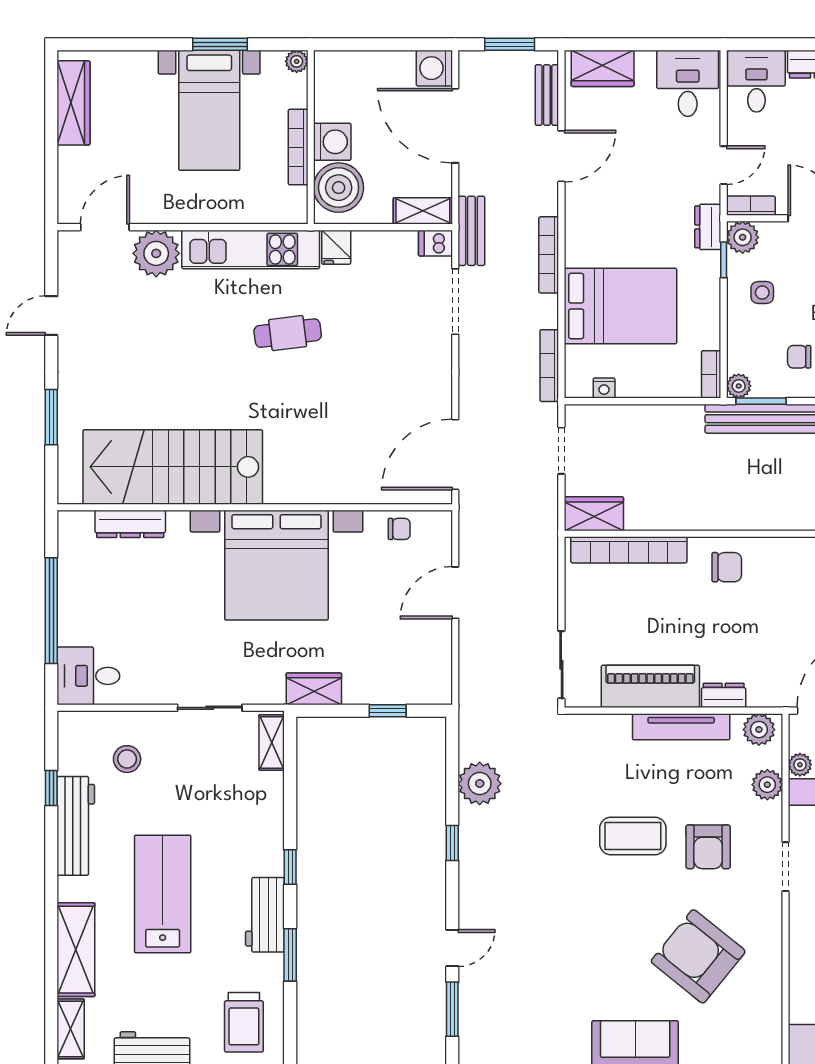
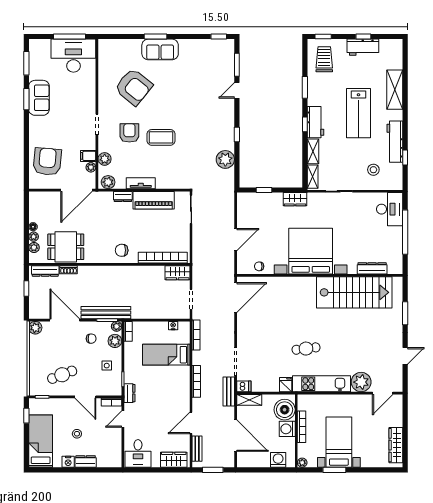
washing machine: (434, 68) -> (278, 460), moved, turned -90
desk: (756, 81) -> (109, 454), removed
plant: (743, 237) -> (115, 341), moved
bed: (620, 306) -> (166, 355), width x0.67
desk: (88, 676) -> (390, 209), width x1.37
tv unit: (681, 727) -> (141, 183), width x0.71
workbench: (265, 915) -> (315, 122), moved
shelving: (71, 1029) -> (313, 151), moved

